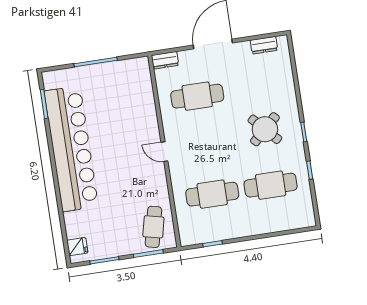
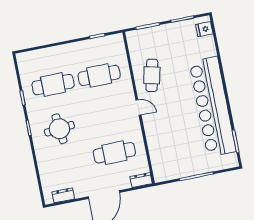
round table: (265, 129) -> (59, 129), turned 37
cafe table: (153, 227) -> (152, 75), moved

